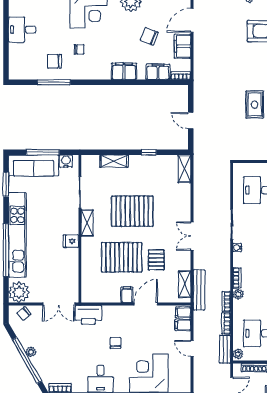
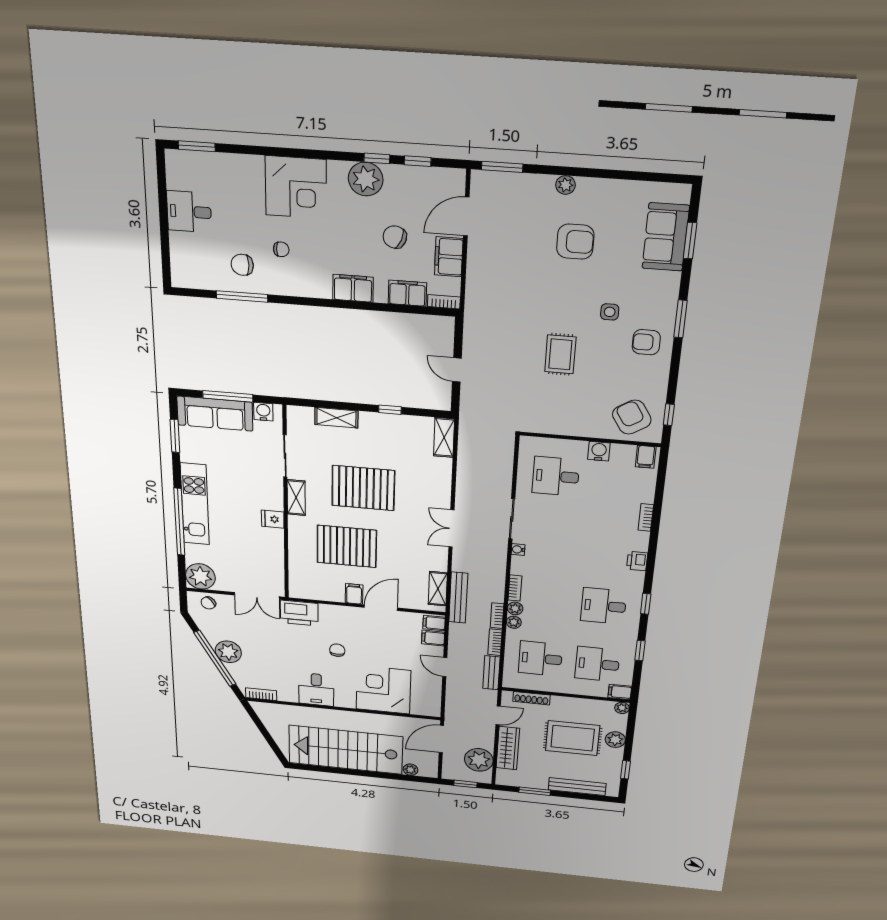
kitchen unit: (17, 235) -> (195, 504), width x0.73
pallet: (156, 260) -> (397, 554), removed
plant: (31, 352) -> (228, 652), width x1.88, depth x1.88
plant: (238, 354) -> (514, 622), moved

